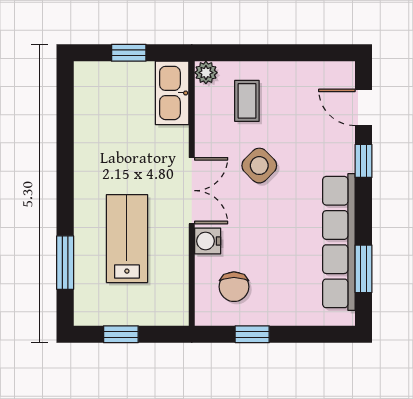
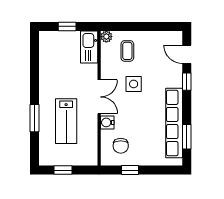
side table: (259, 166) -> (134, 84), turned 45
lab bench: (127, 239) -> (66, 121), turned 180
window: (65, 263) -> (35, 118), moved

